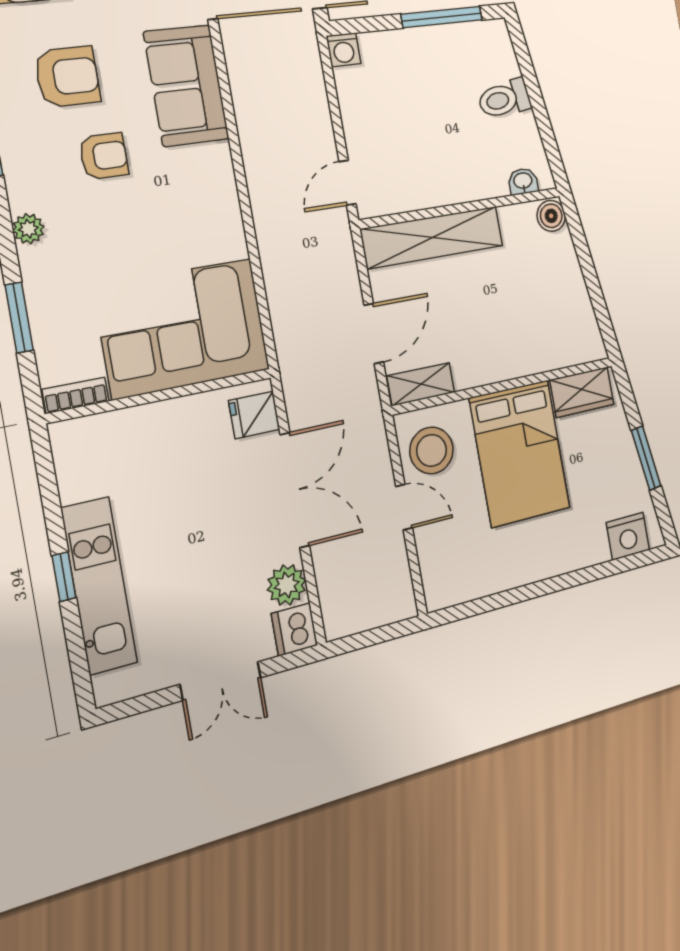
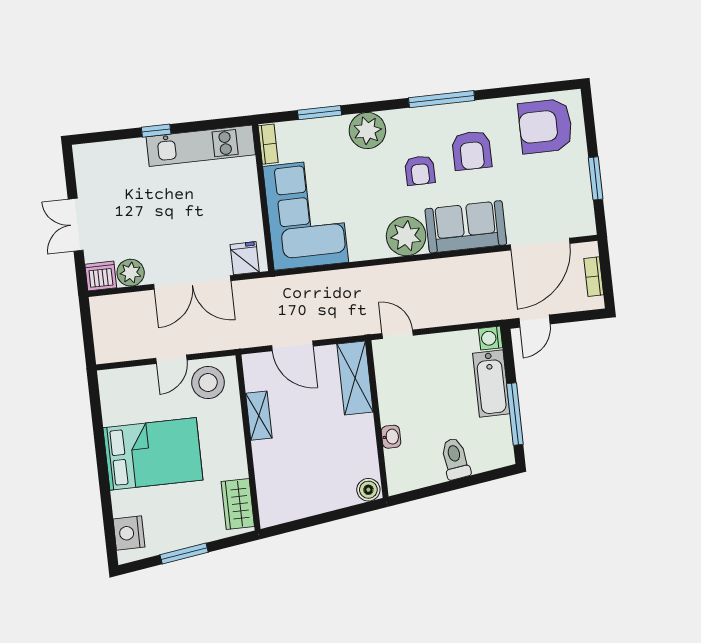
bathtub: (404, 49) -> (491, 383), added
plant: (206, 175) -> (406, 236), added
washbasin: (523, 181) -> (391, 437), moved
plant: (28, 229) -> (367, 131), width x1.88, depth x1.88
shelving: (432, 237) -> (355, 378), width x0.68
shelving: (421, 384) -> (259, 416), moved
bed: (520, 453) -> (153, 454), moved, turned 180
kitchen unit: (99, 585) -> (201, 146), moved

